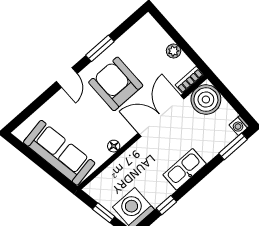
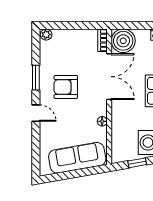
plant: (174, 51) -> (46, 35), moved
armchair: (116, 84) -> (66, 87), width x0.73, depth x0.73
double door: (161, 116) -> (109, 77), swing flipped

